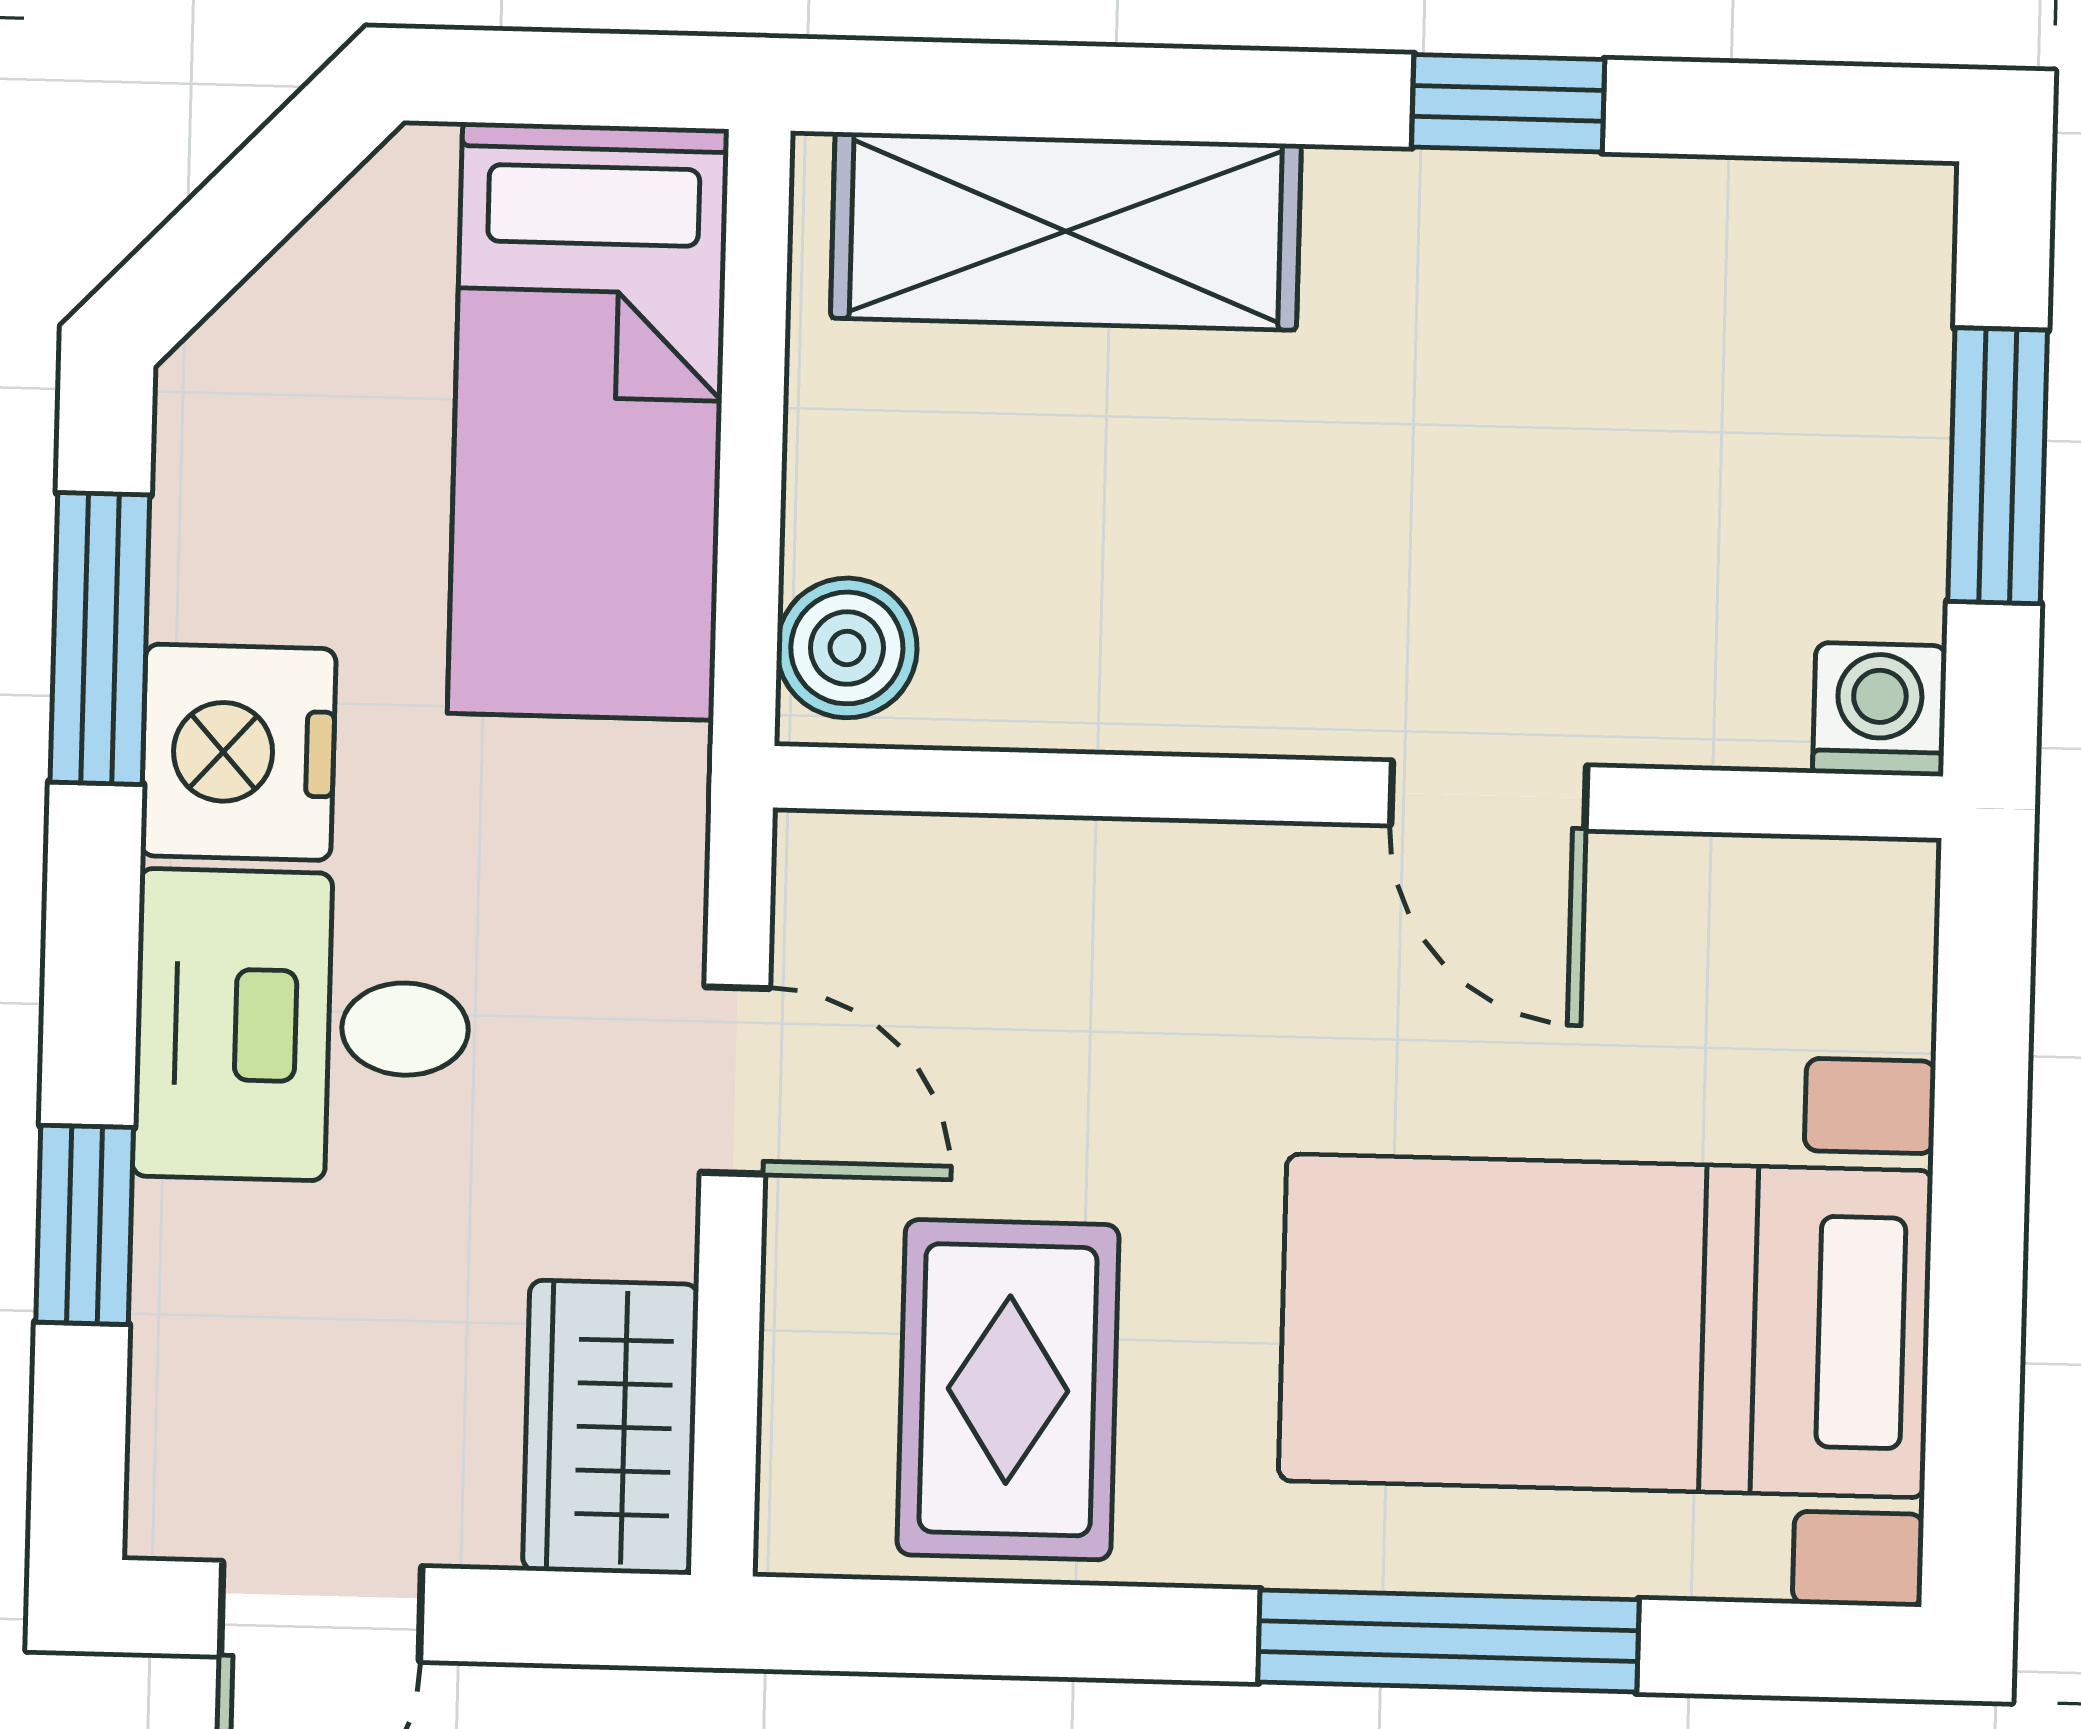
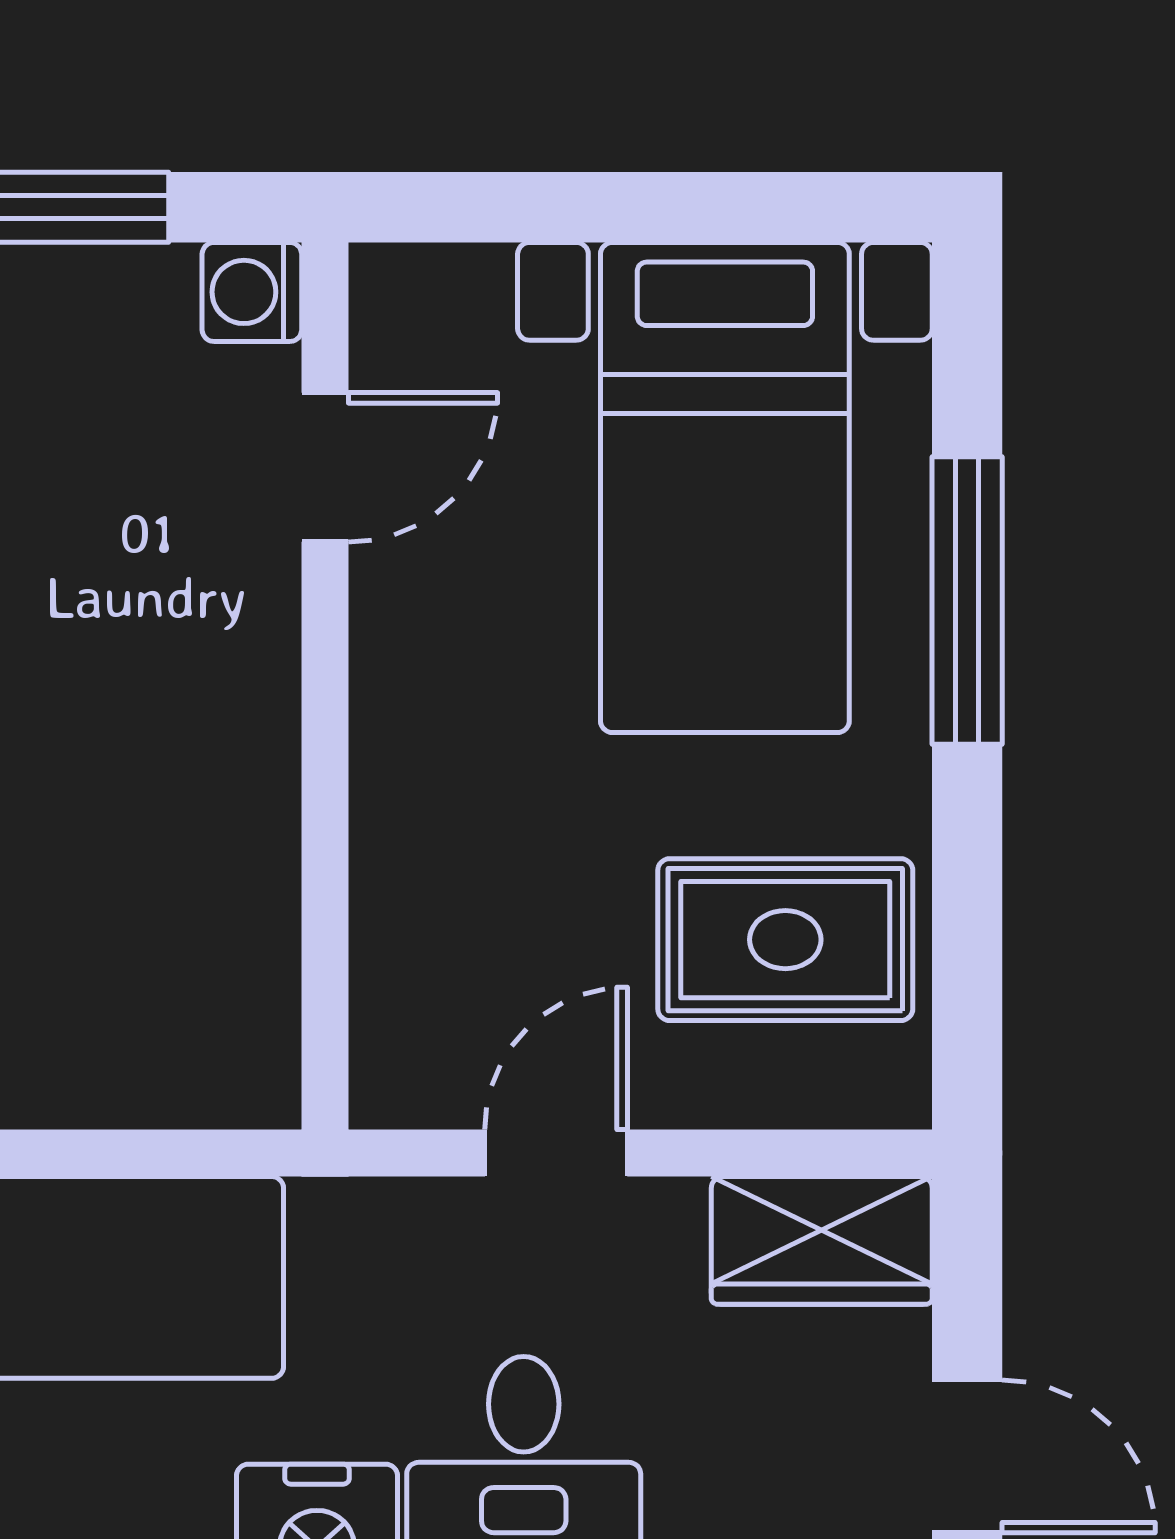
boiler: (847, 648) -> (226, 1077), removed
door: (1489, 795) -> (325, 467), moved

